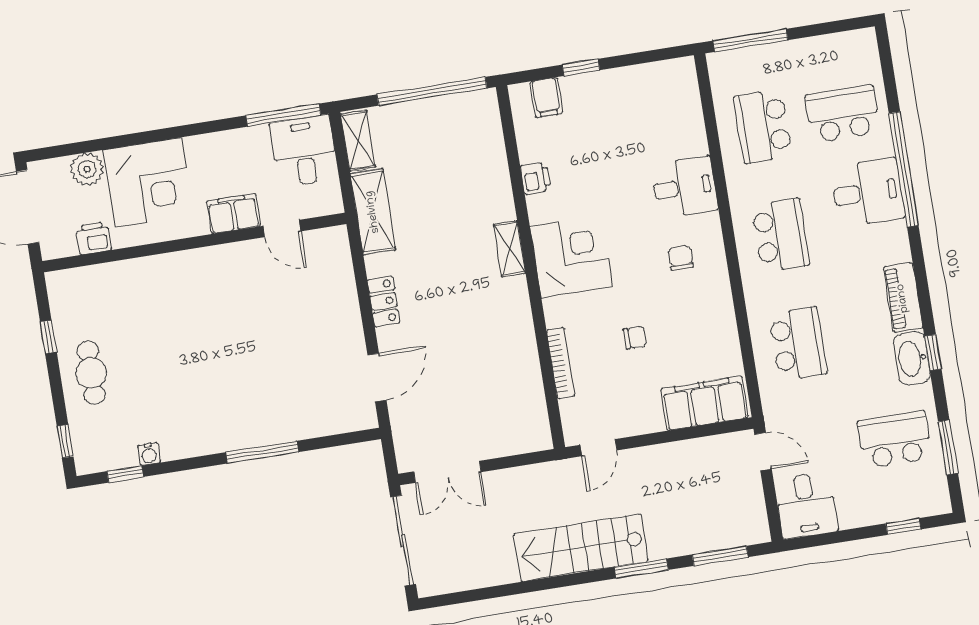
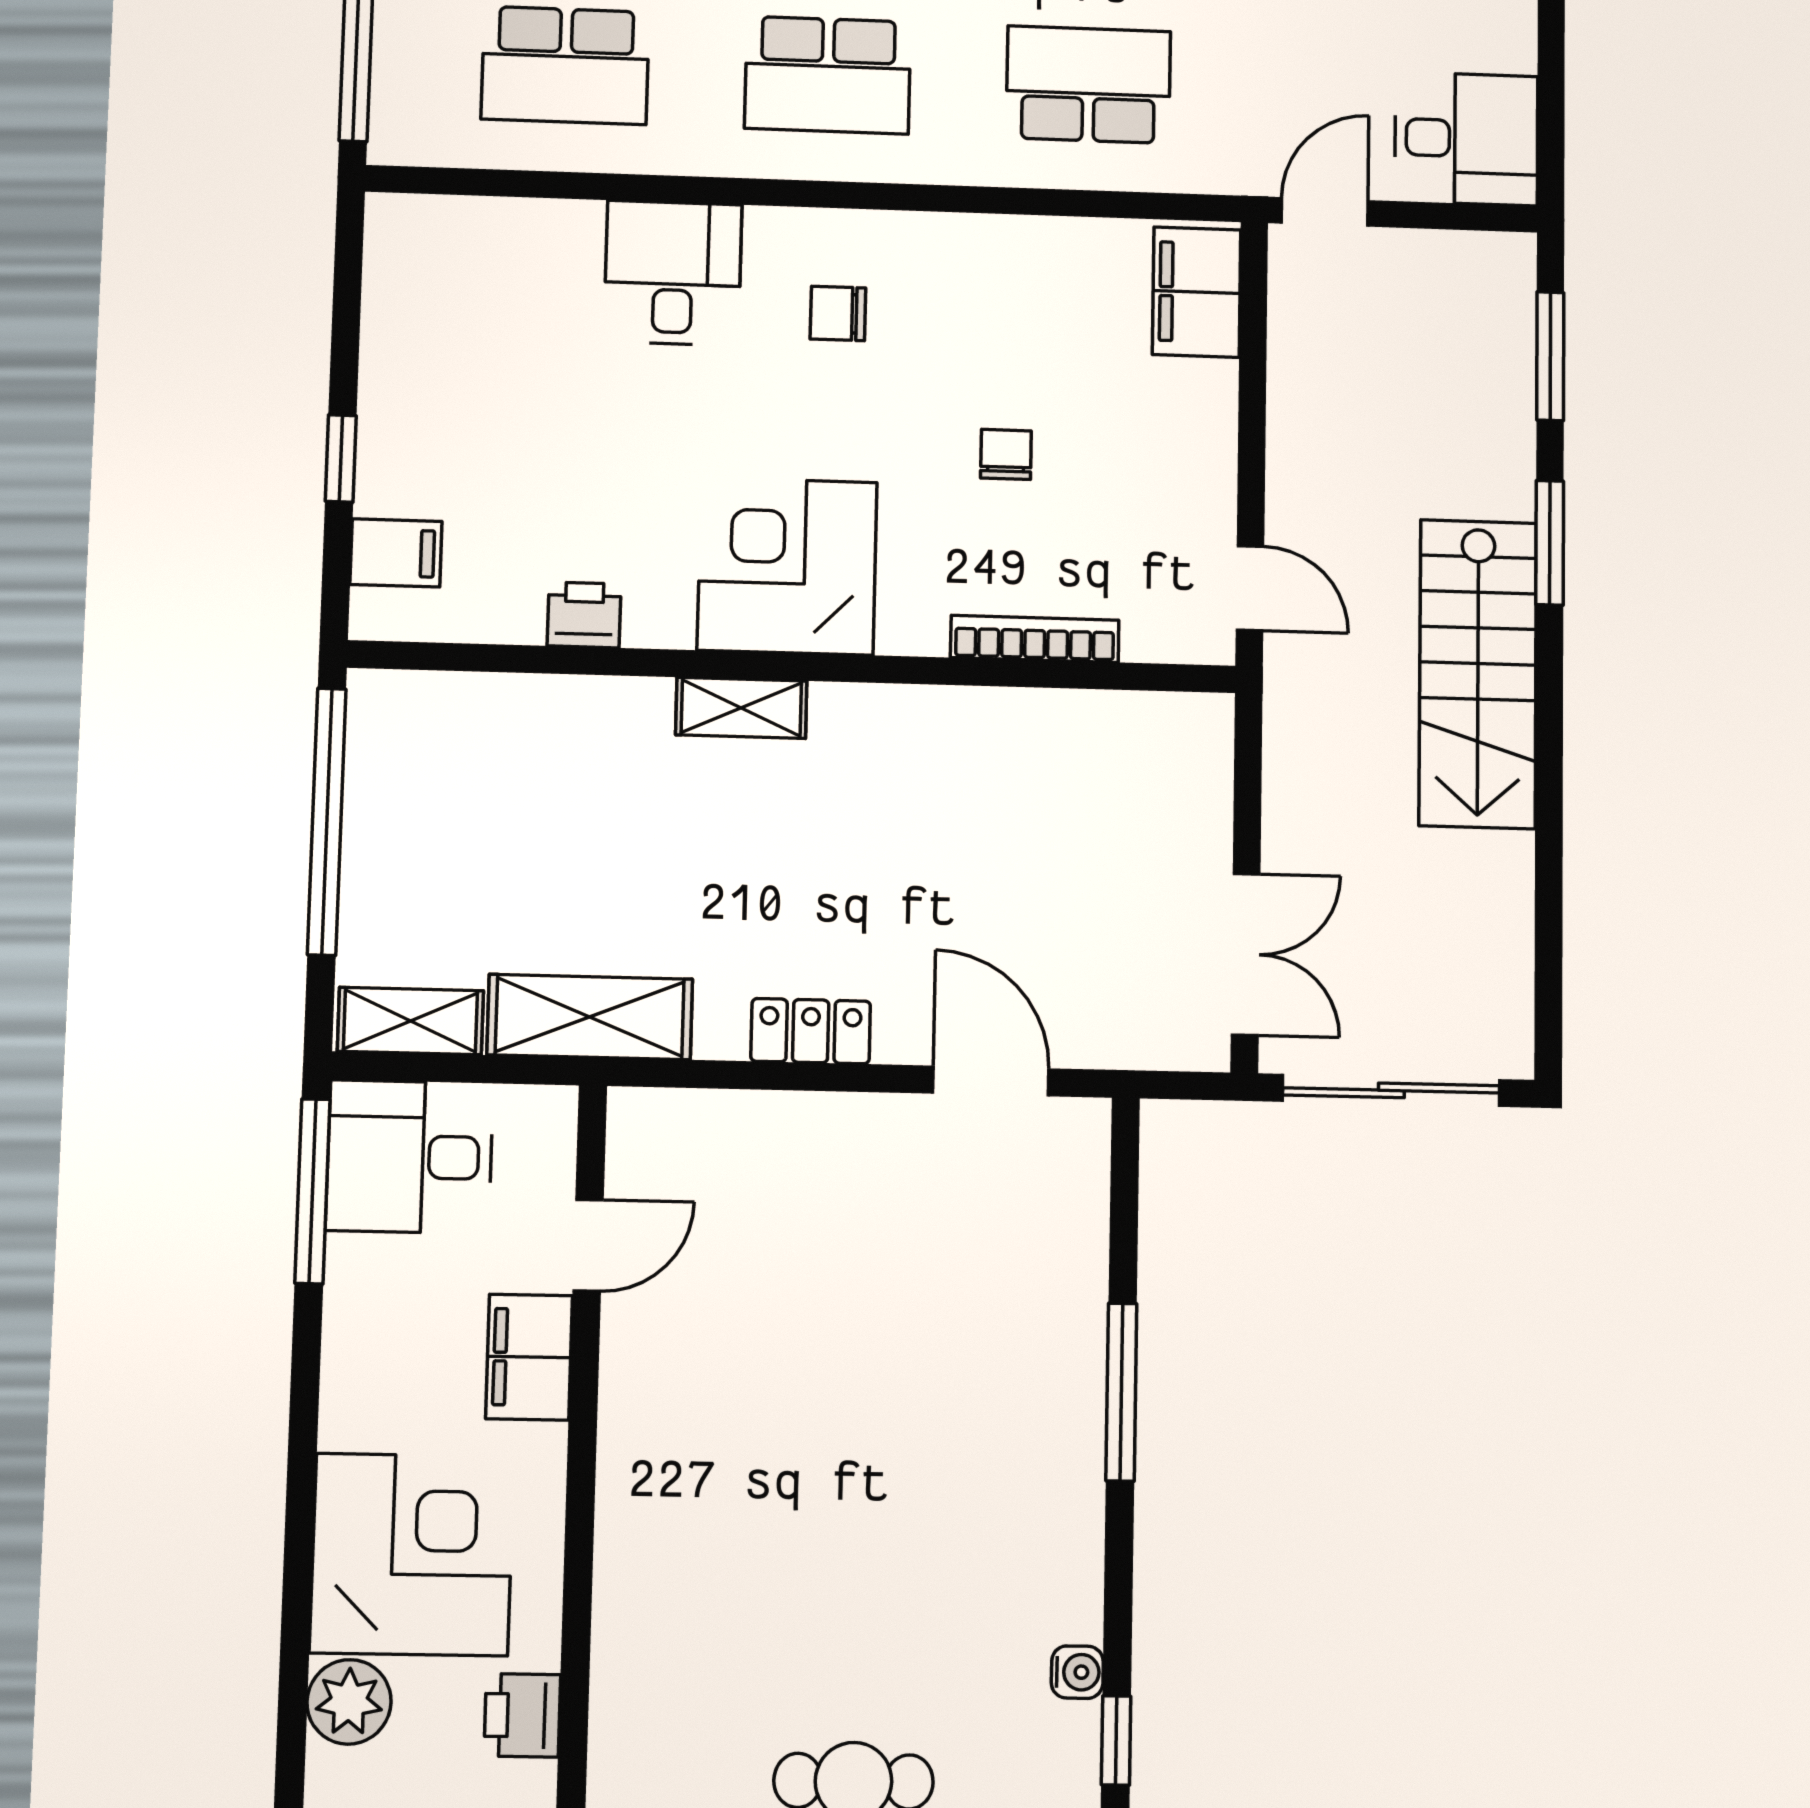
school desk: (781, 235) -> (828, 75), turned 180
filing cabinet: (704, 403) -> (1197, 292), width x0.67, depth x0.86

